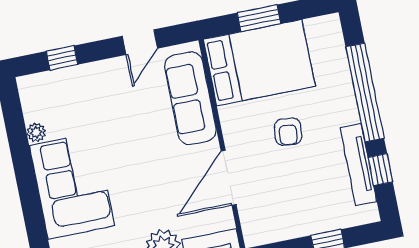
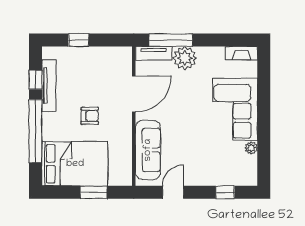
bed: (259, 63) -> (75, 164), moved, turned 180
armchair: (288, 132) -> (90, 116), turned 84

